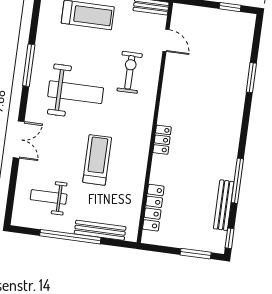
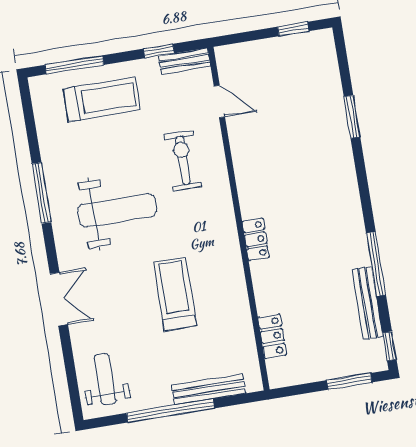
weight bench: (49, 197) -> (105, 379), moved, turned 90
locker: (153, 208) -> (272, 336), width x0.66

